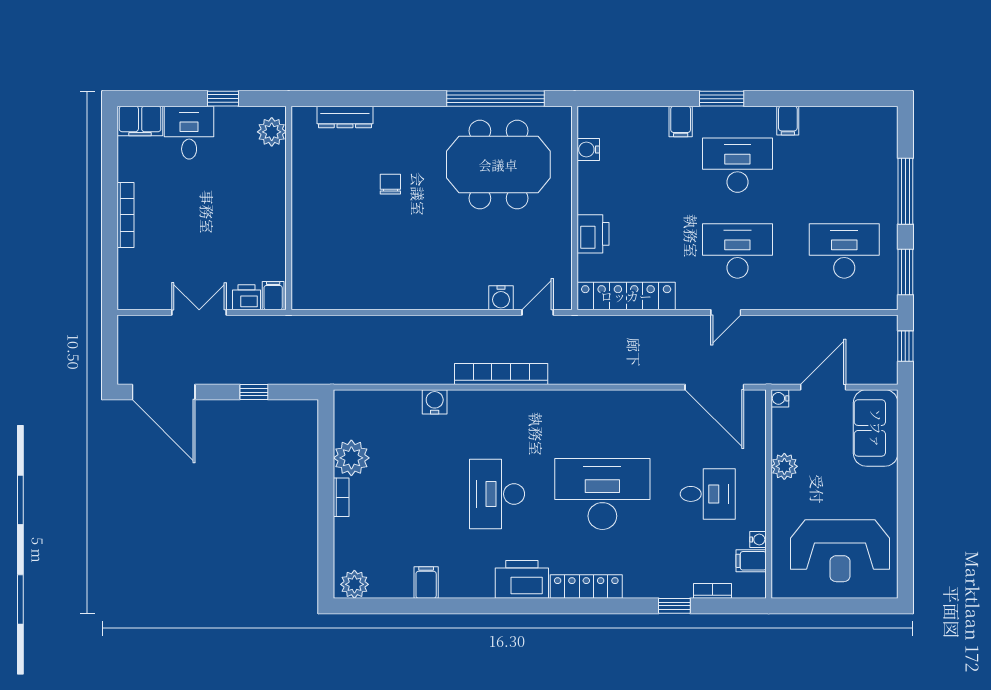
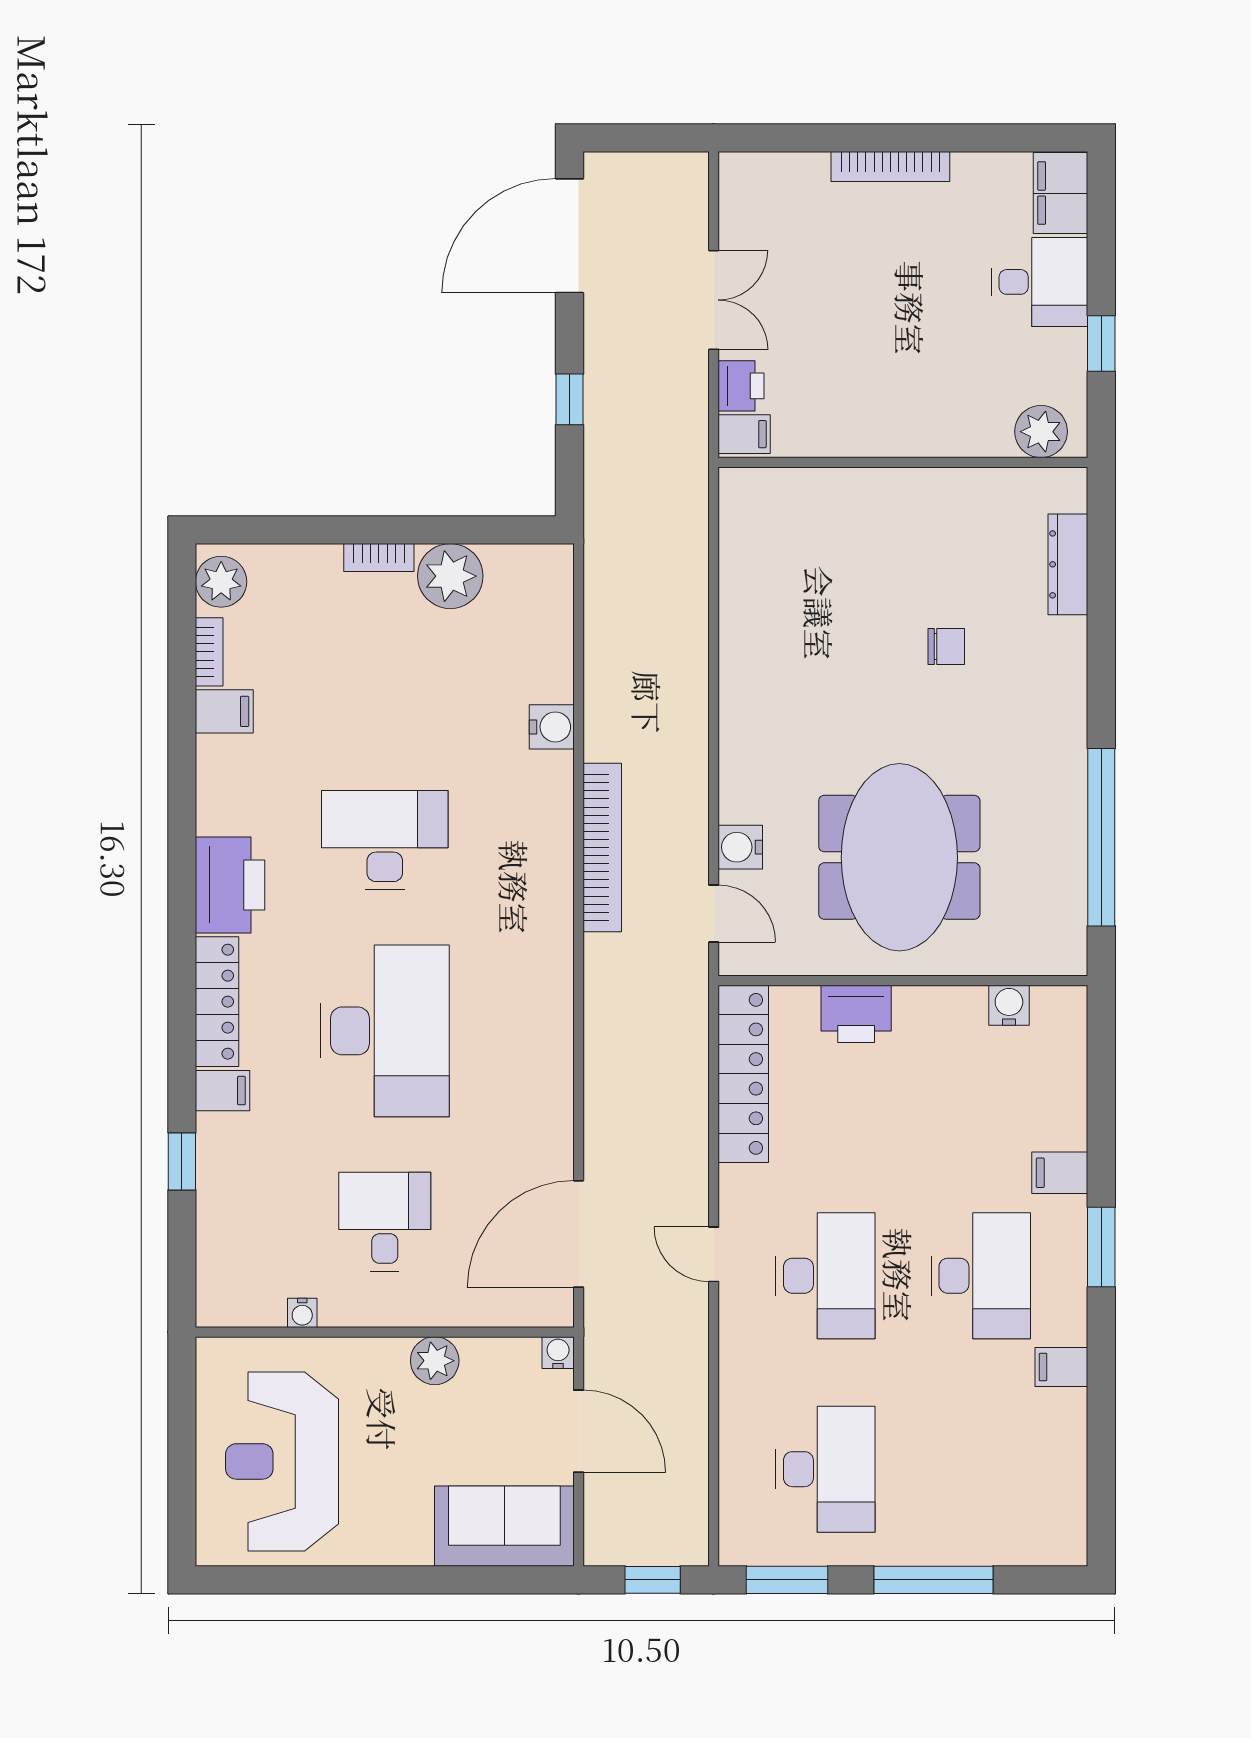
meeting table: (498, 165) -> (899, 857), moved
desk: (708, 494) -> (385, 1222), turned 180
filing cabinet: (751, 561) -> (223, 1091), moved, turned 90
bookcase: (712, 591) -> (209, 652), moved

